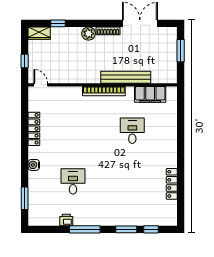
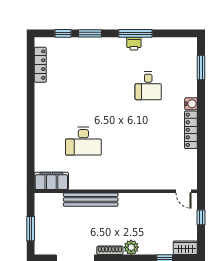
bookcase: (104, 91) -> (114, 184), removed
filing cabinet: (150, 94) -> (51, 181), moved
locker: (34, 129) -> (191, 130), moved
desk: (132, 131) -> (83, 141), width x1.37
locker: (172, 184) -> (40, 65), moved
printer: (66, 220) -> (134, 44), moved

